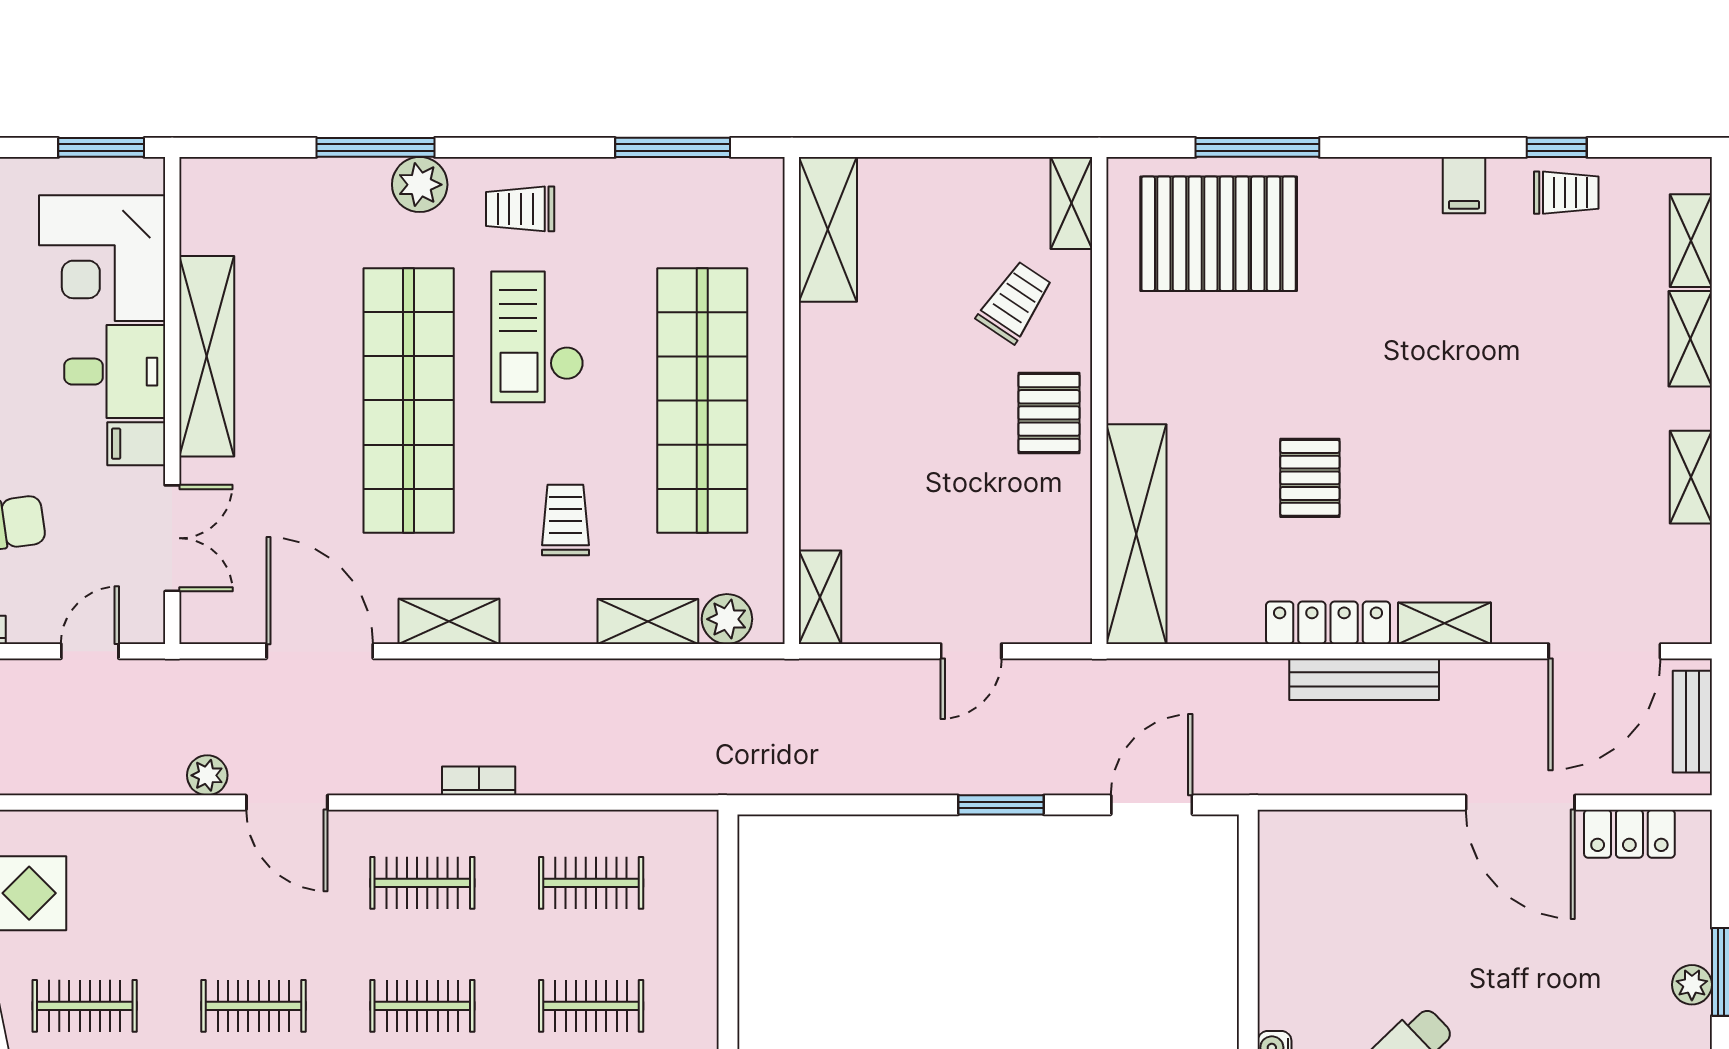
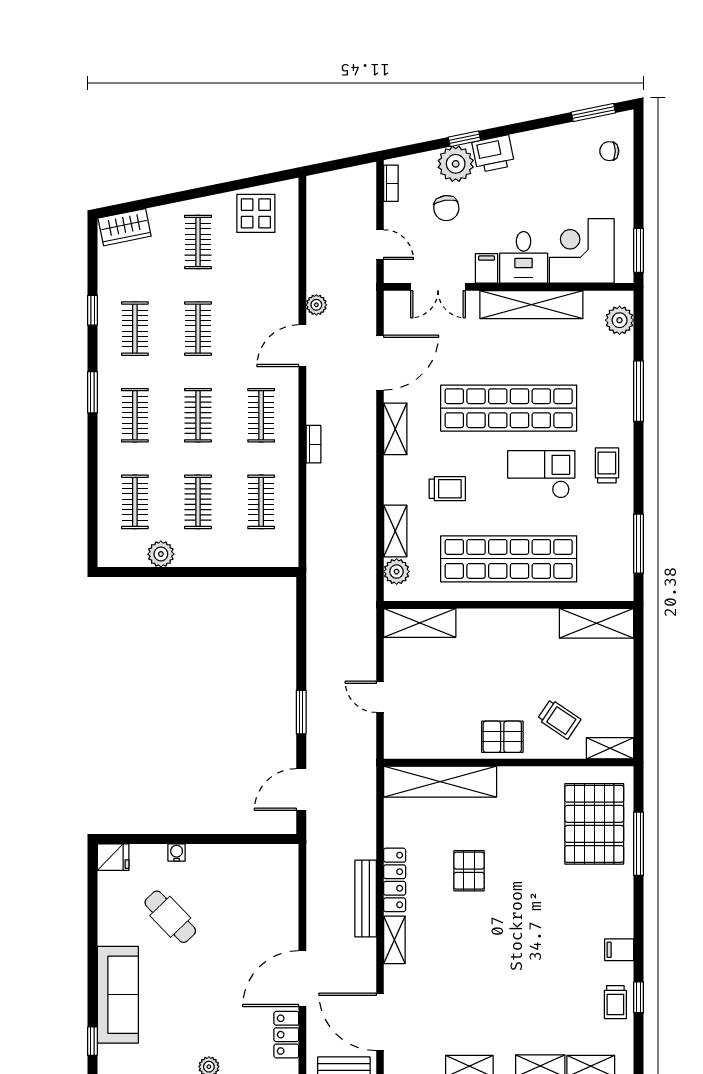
plant: (420, 185) -> (620, 320), moved
pallet: (1310, 478) -> (469, 871), turned 90
shelving: (820, 597) -> (420, 623), width x1.50, depth x1.33
door: (1152, 805) -> (301, 789), swing flipped

